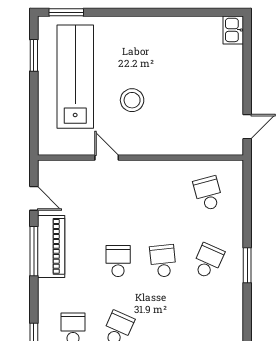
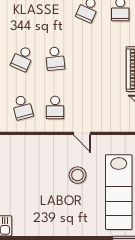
door: (107, 158) -> (82, 133), moved
school desk: (118, 261) -> (55, 107), moved

